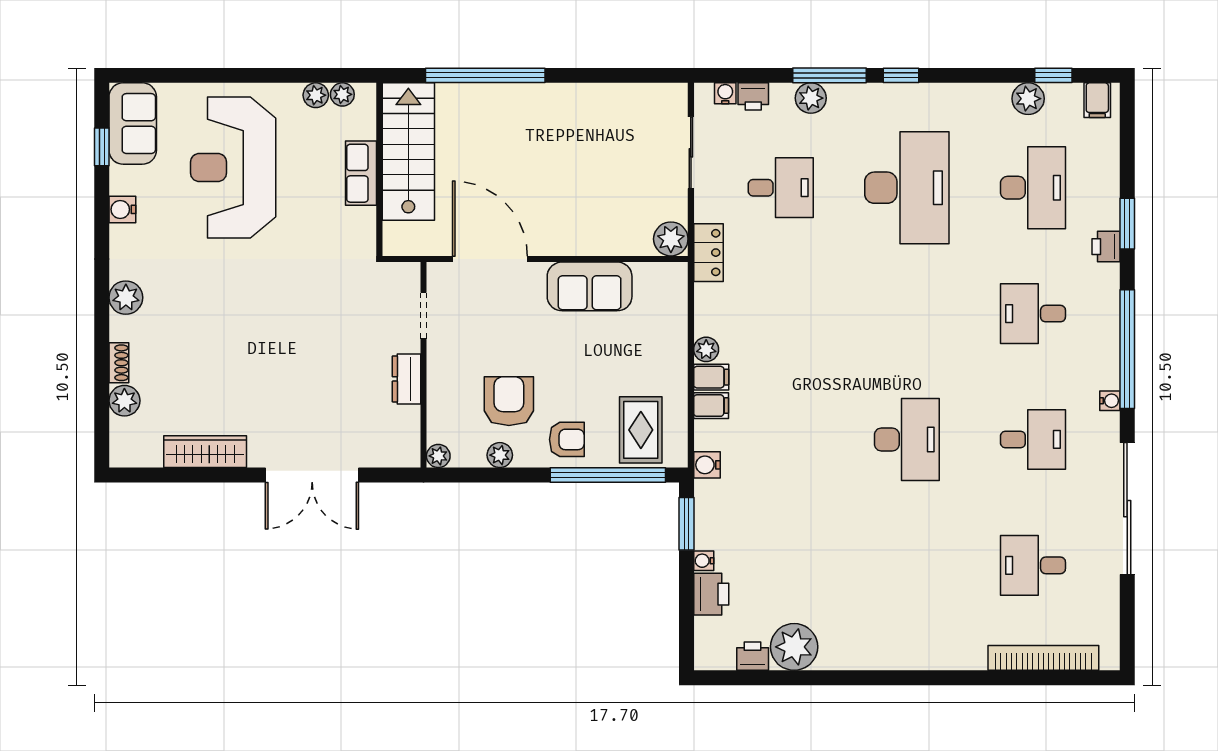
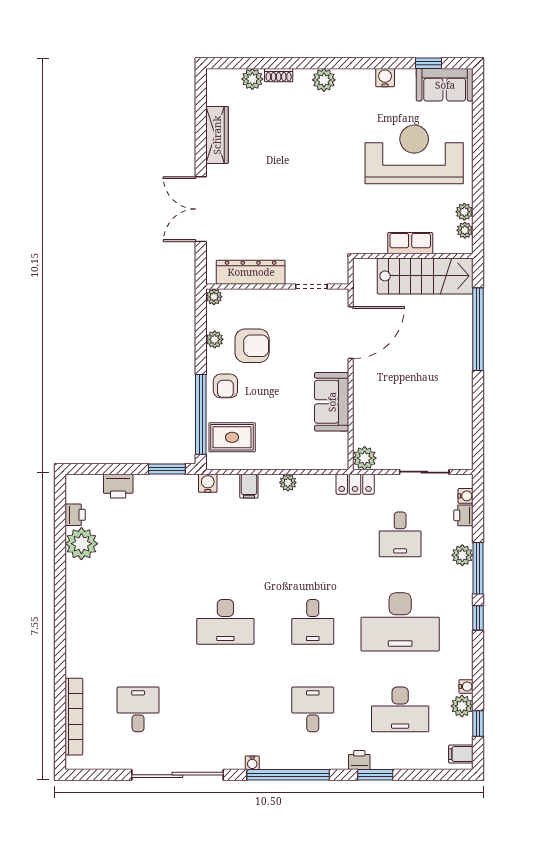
filing cabinet: (711, 377) -> (269, 486), removed
dresser: (406, 379) -> (251, 272), width x1.96, depth x1.24
desk: (1033, 439) -> (313, 622), moved
water cooler: (704, 561) -> (466, 686), moved, turned 90

